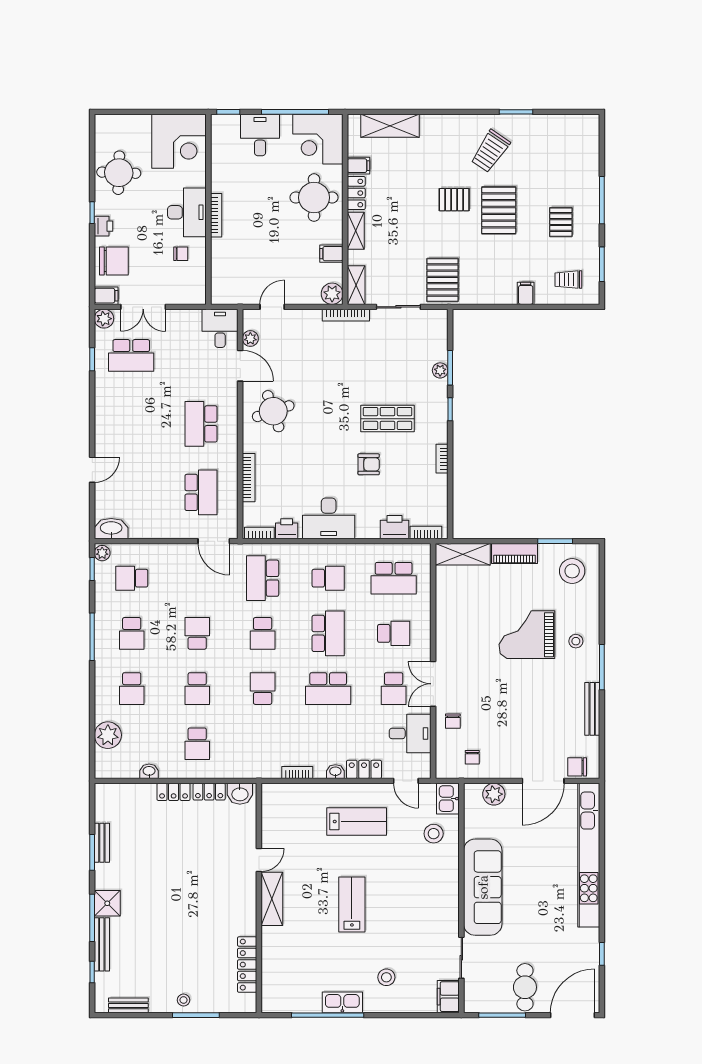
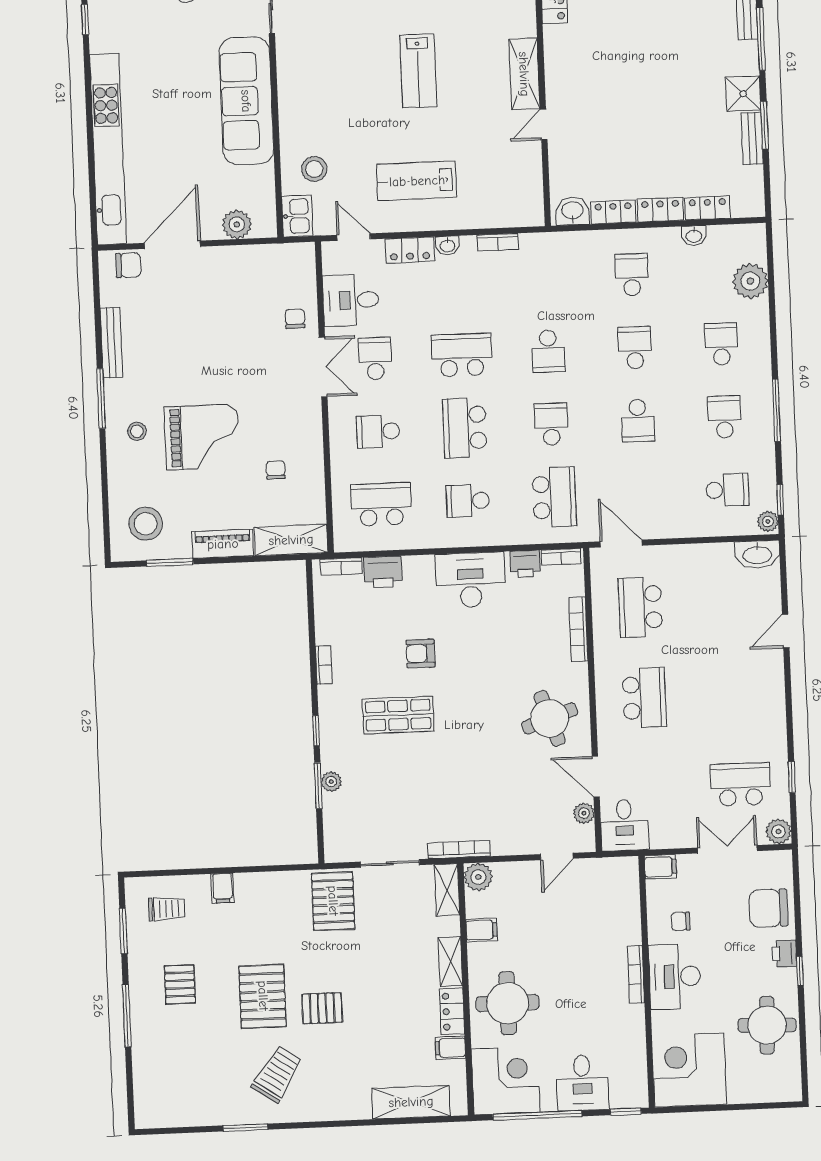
filing cabinet: (106, 296) -> (660, 867), moved, turned 180
chair: (472, 757) -> (276, 470), moved
locker: (138, 792) -> (707, 208), added
shower: (107, 903) -> (743, 94), moved

